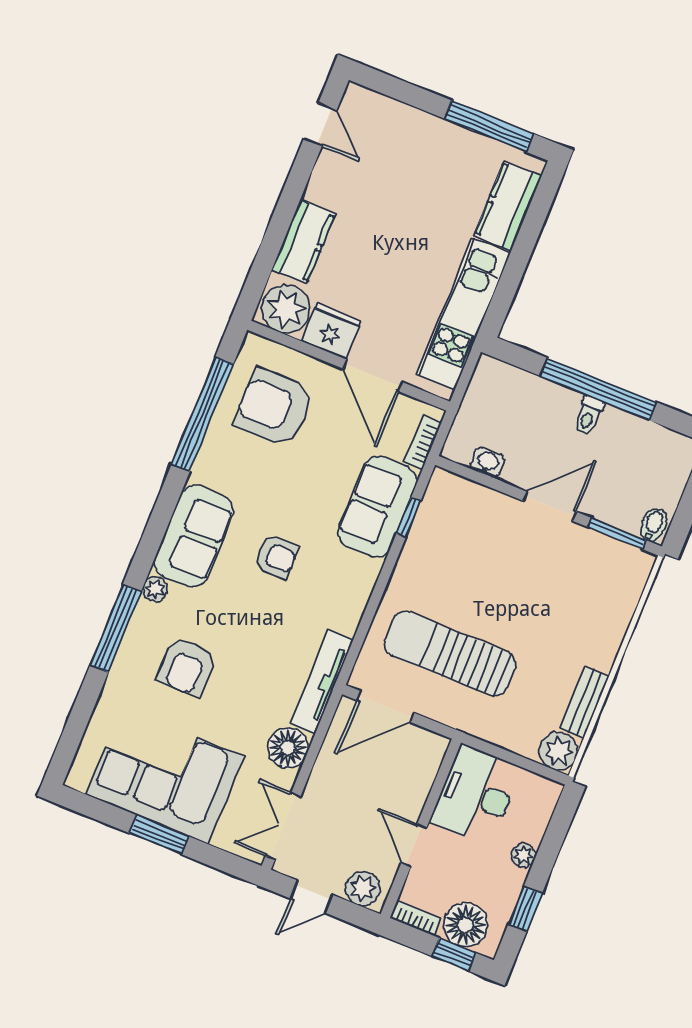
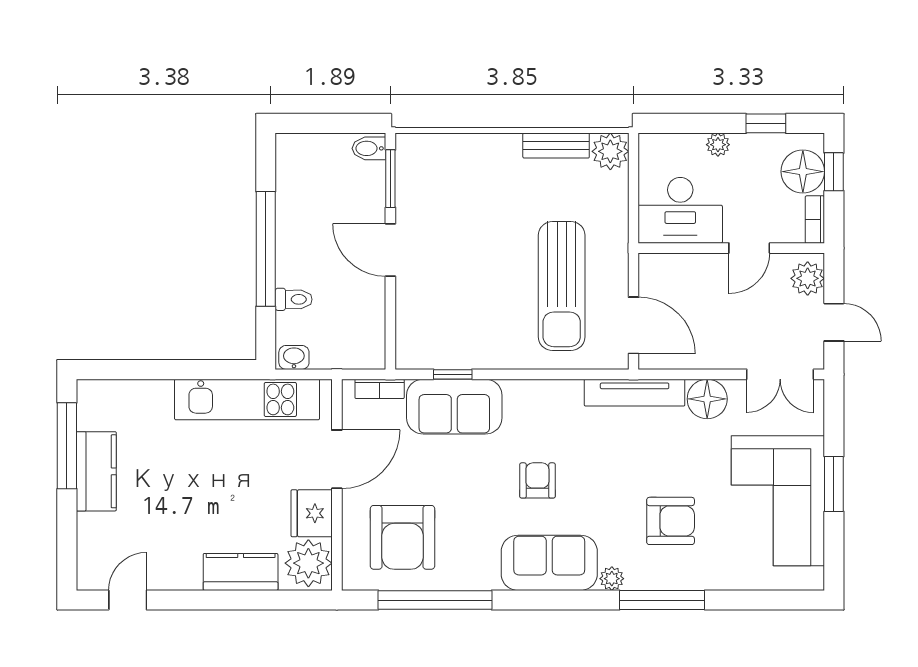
kitchen counter: (508, 206) -> (96, 471), moved, turned -90
toilet: (588, 416) -> (294, 299), moved
washbasin: (487, 462) -> (294, 357), moved, turned 90

